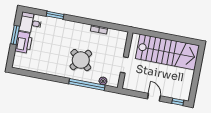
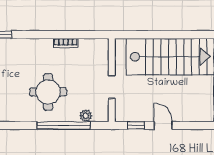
round table: (81, 60) -> (48, 92), turned -38
window: (178, 102) -> (136, 125), moved

